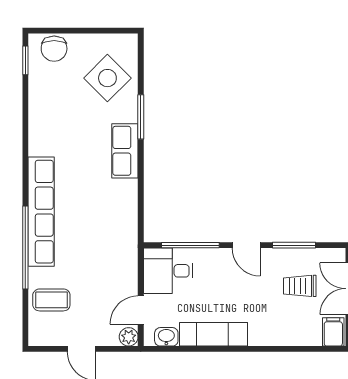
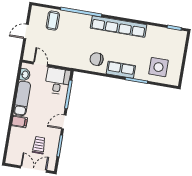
chair: (54, 49) -> (97, 59), moved
side table: (107, 78) -> (158, 67), turned 45
row of seats: (41, 212) -> (119, 26), moved
filing cabinet: (333, 332) -> (19, 122), moved
plant: (129, 337) -> (28, 56), removed

